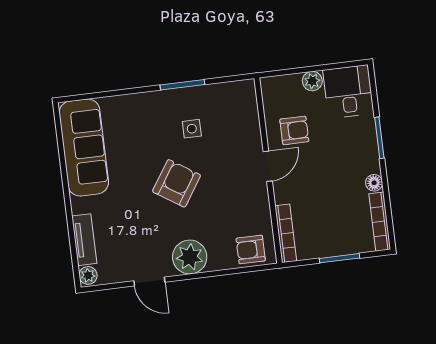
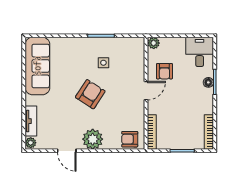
plant: (312, 81) -> (154, 43), moved
armchair: (294, 130) -> (164, 71), turned 90
floor lamp: (374, 183) -> (208, 82), moved

